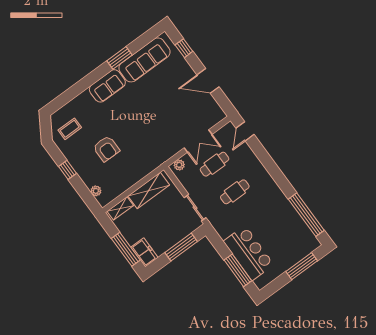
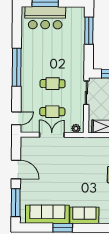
window: (184, 48) -> (16, 203), width x2.17
window: (306, 215) -> (17, 67), moved
bar counter: (249, 253) -> (45, 18), moved, turned -90

